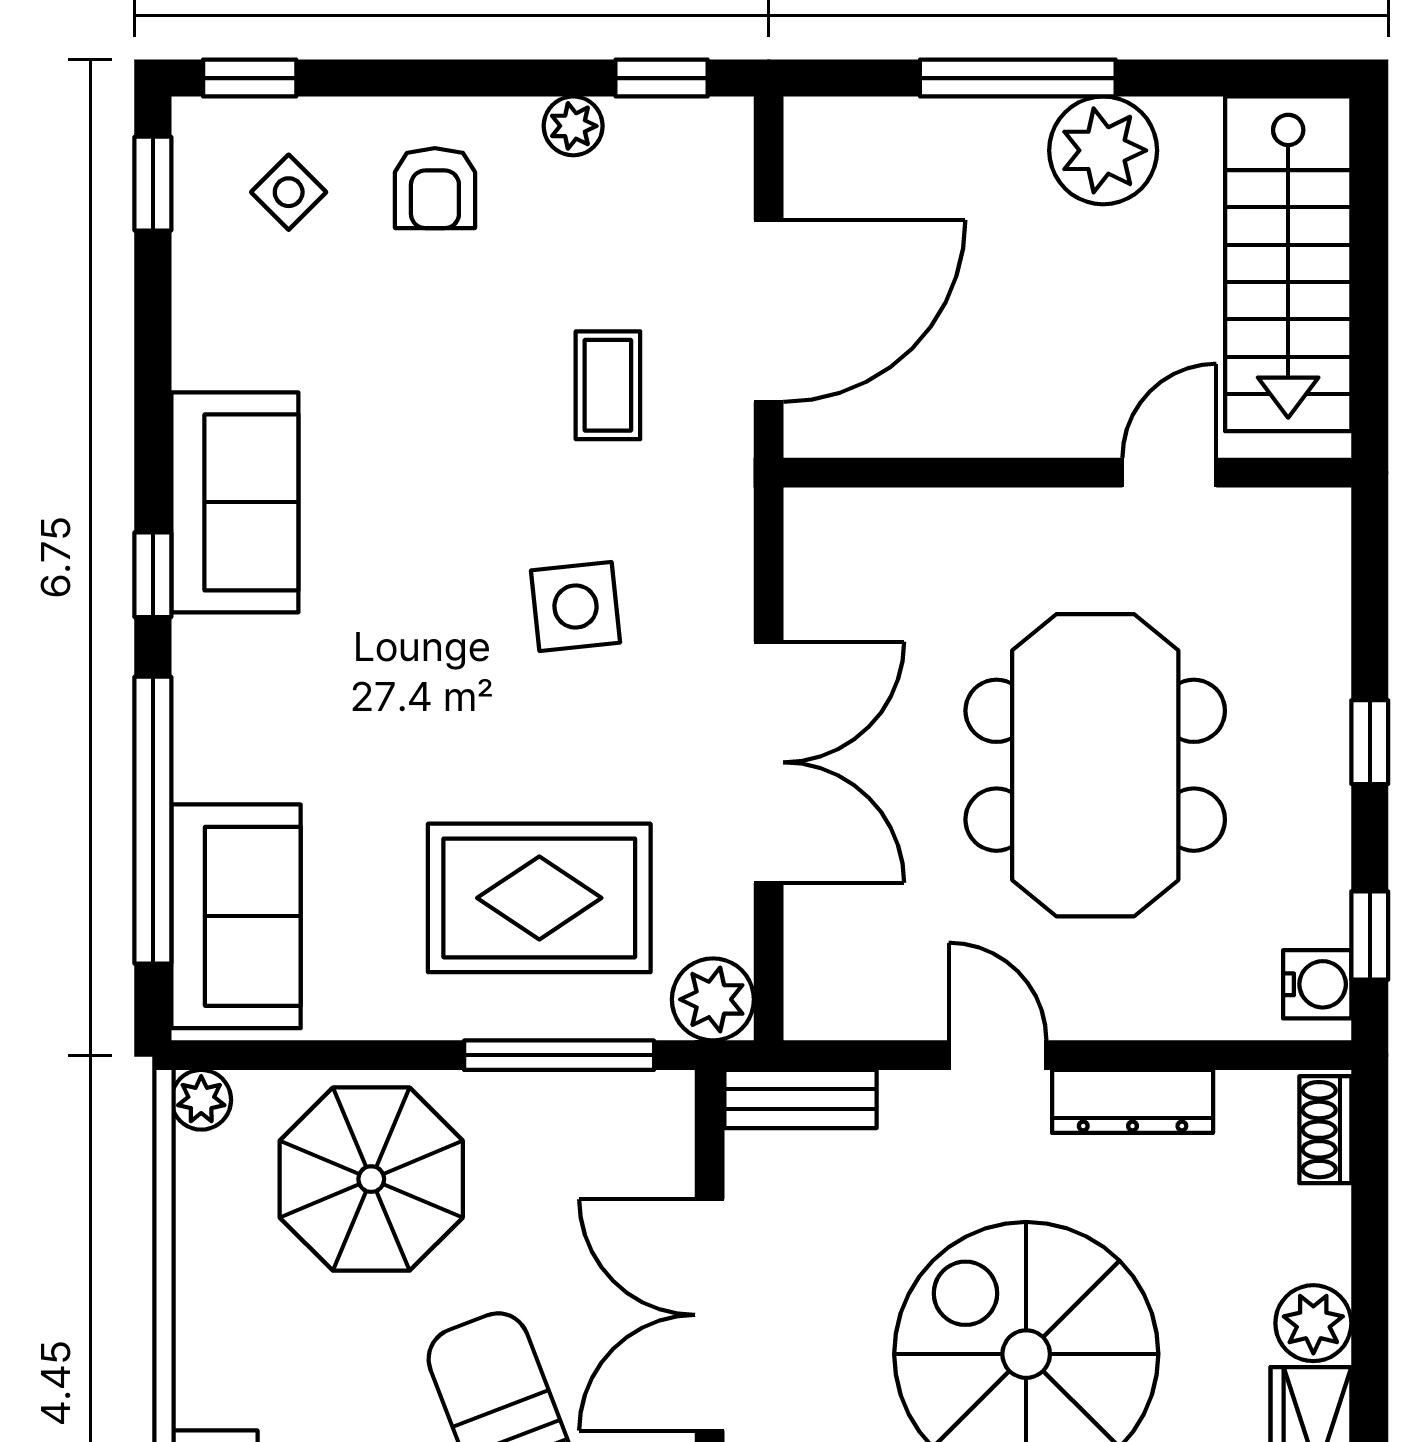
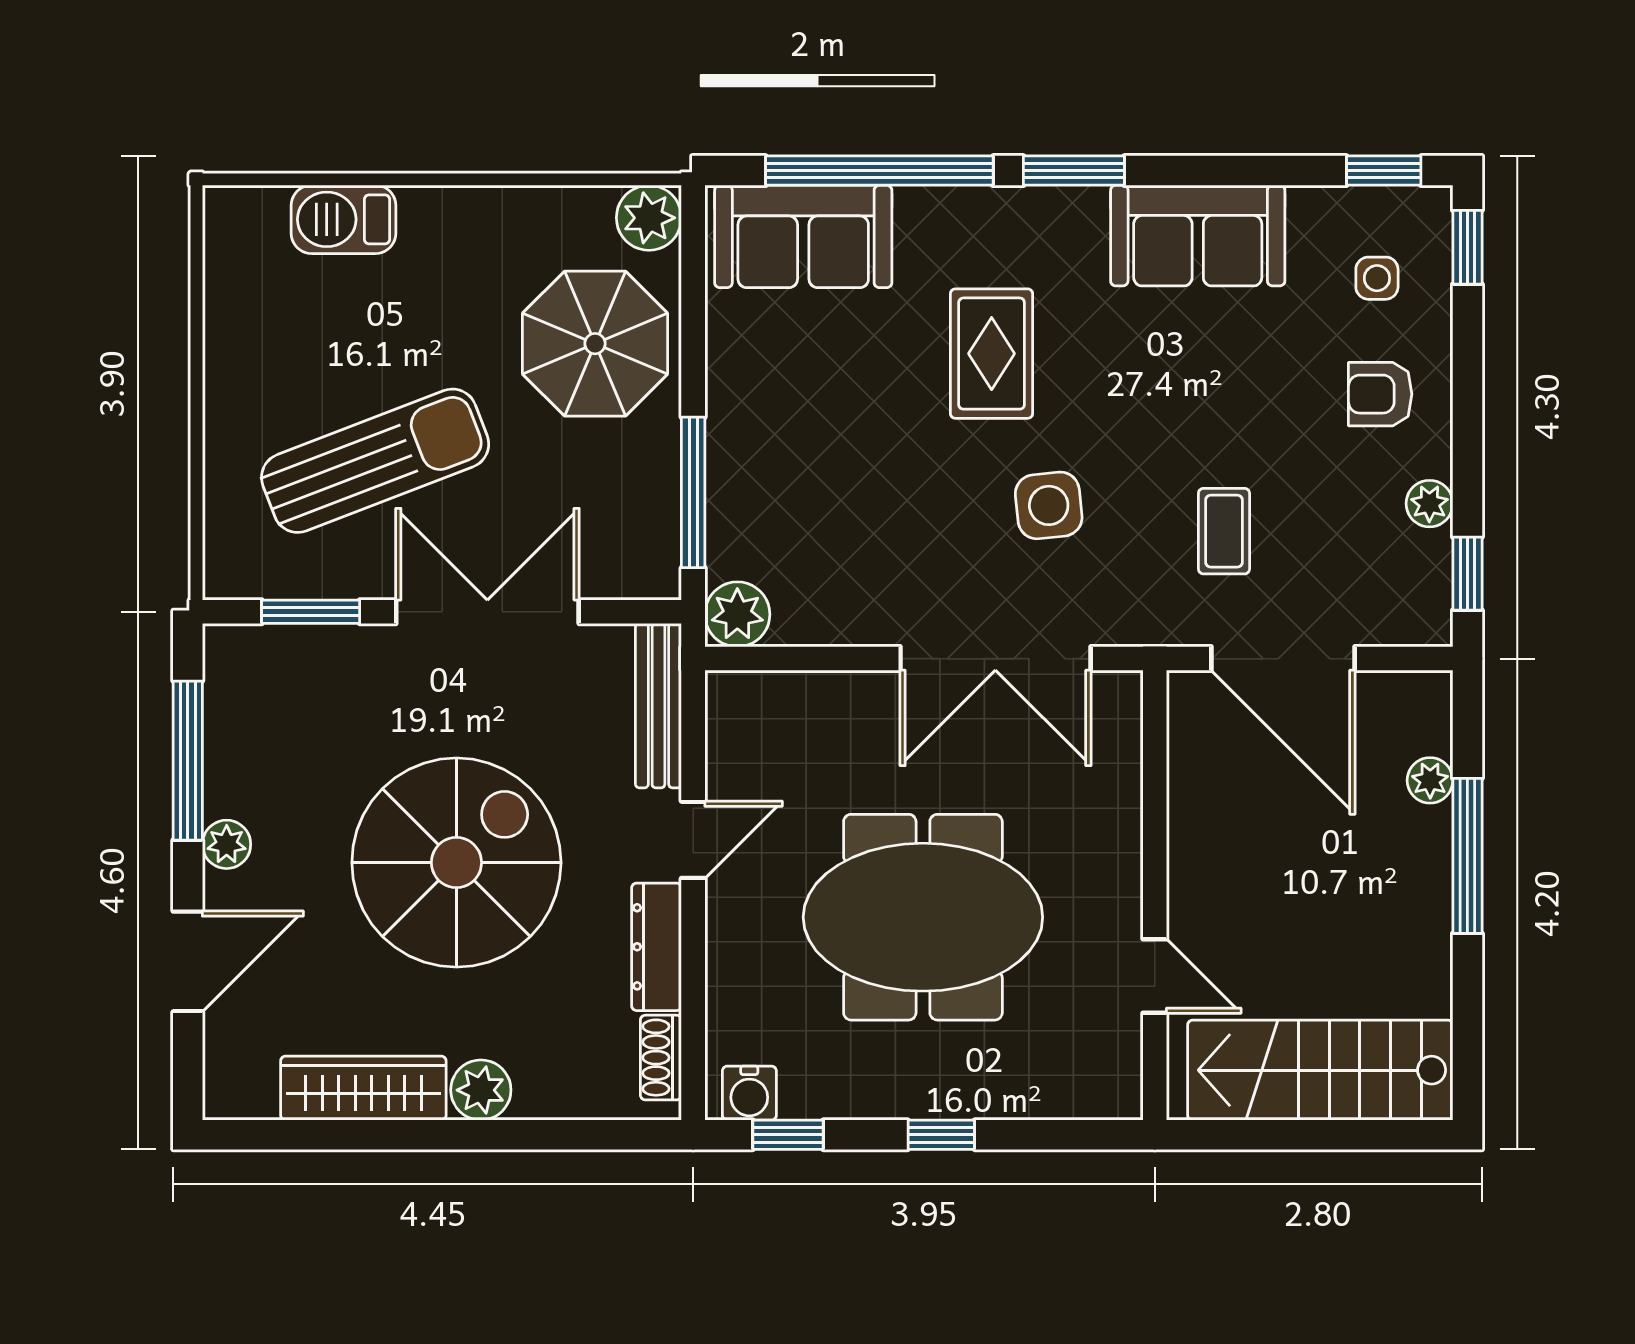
plant: (1103, 150) -> (1430, 780), moved, width x0.53, depth x0.53
side table: (289, 192) -> (1377, 278), turned 45
coffee table: (608, 385) -> (1224, 531), turned 90
sofa: (235, 502) -> (1198, 236), moved
window: (153, 575) -> (1074, 171), width x1.50
double door: (769, 762) -> (995, 659), moved
rug: (539, 898) -> (992, 354), moved, width x0.73, depth x0.70
bench: (801, 1099) -> (658, 706), width x1.36
plant: (201, 1100) -> (649, 218), width x1.38, depth x1.38
shoe rack: (1325, 1130) -> (661, 1058), moved, turned -90

